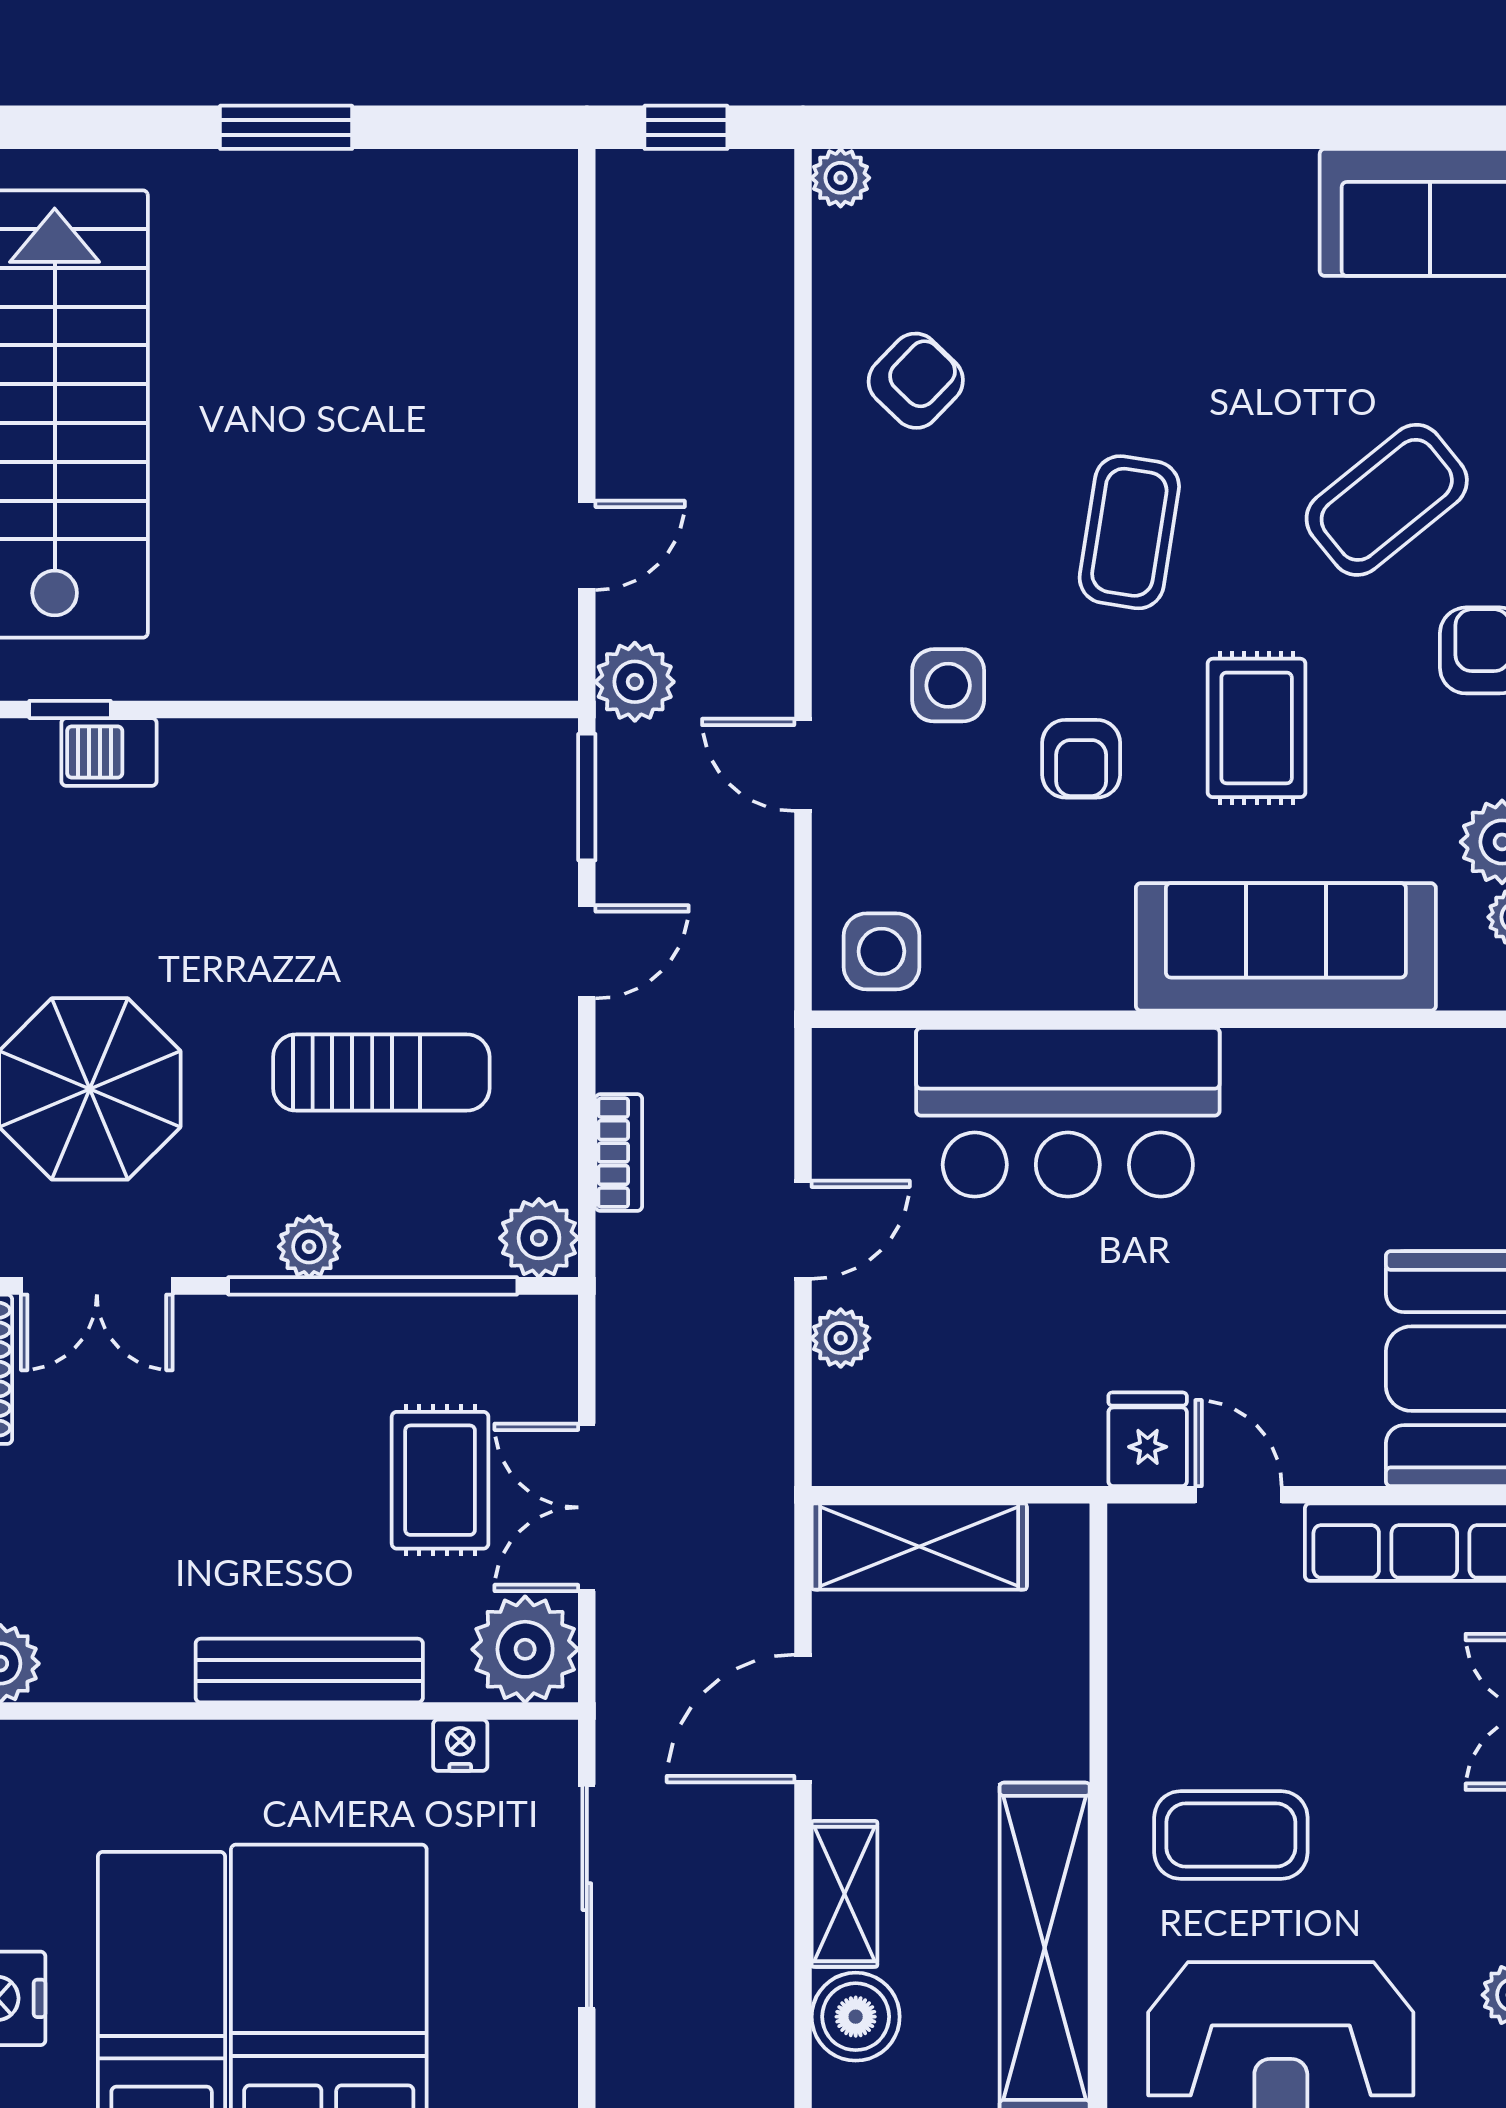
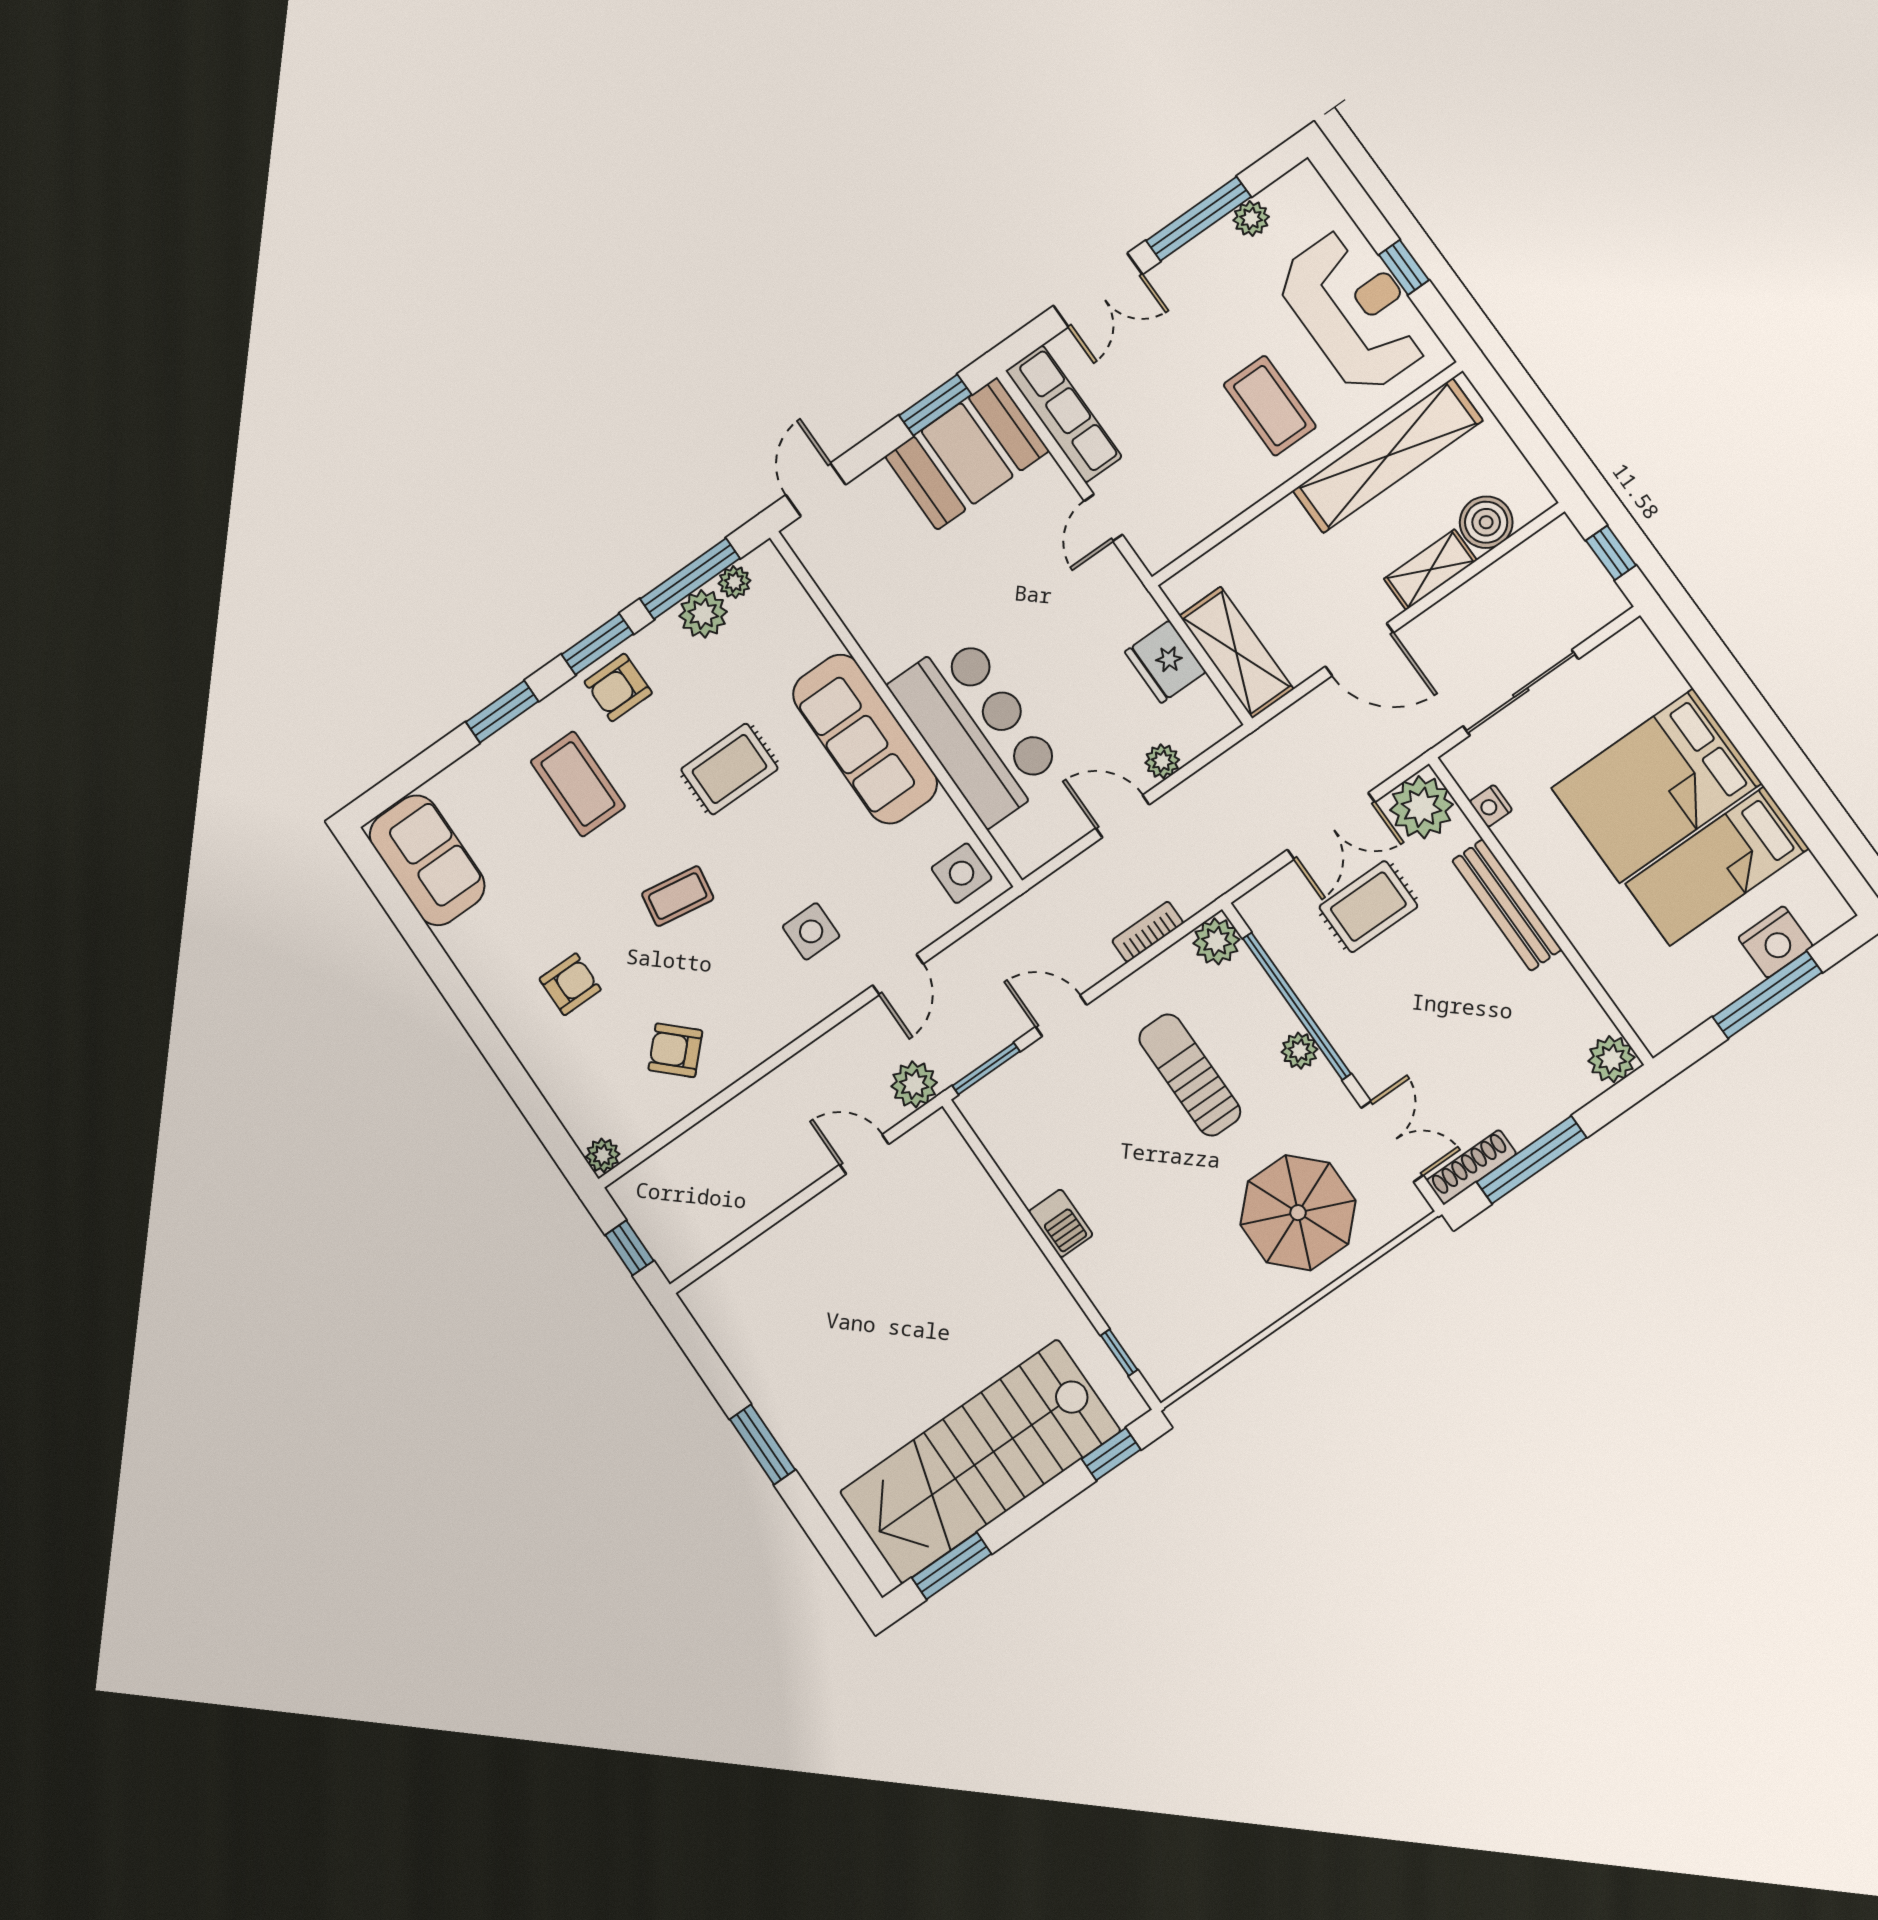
coffee table: (1387, 500) -> (578, 784), turned 39
coffee table: (1129, 532) -> (678, 896), width x0.73, depth x0.77
barbecue: (109, 752) -> (1061, 1223), moved
armchair: (1081, 759) -> (570, 984), moved
sofa: (1286, 947) -> (865, 739), moved
fridge: (1148, 1439) -> (1165, 662), moved, width x1.38

